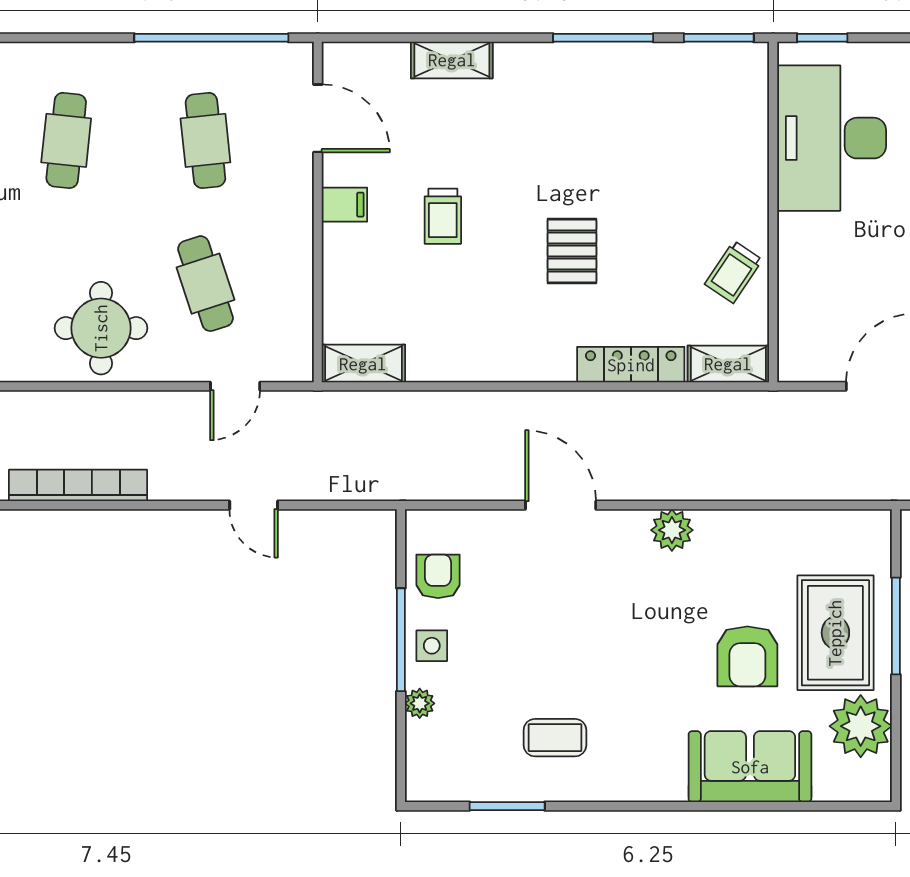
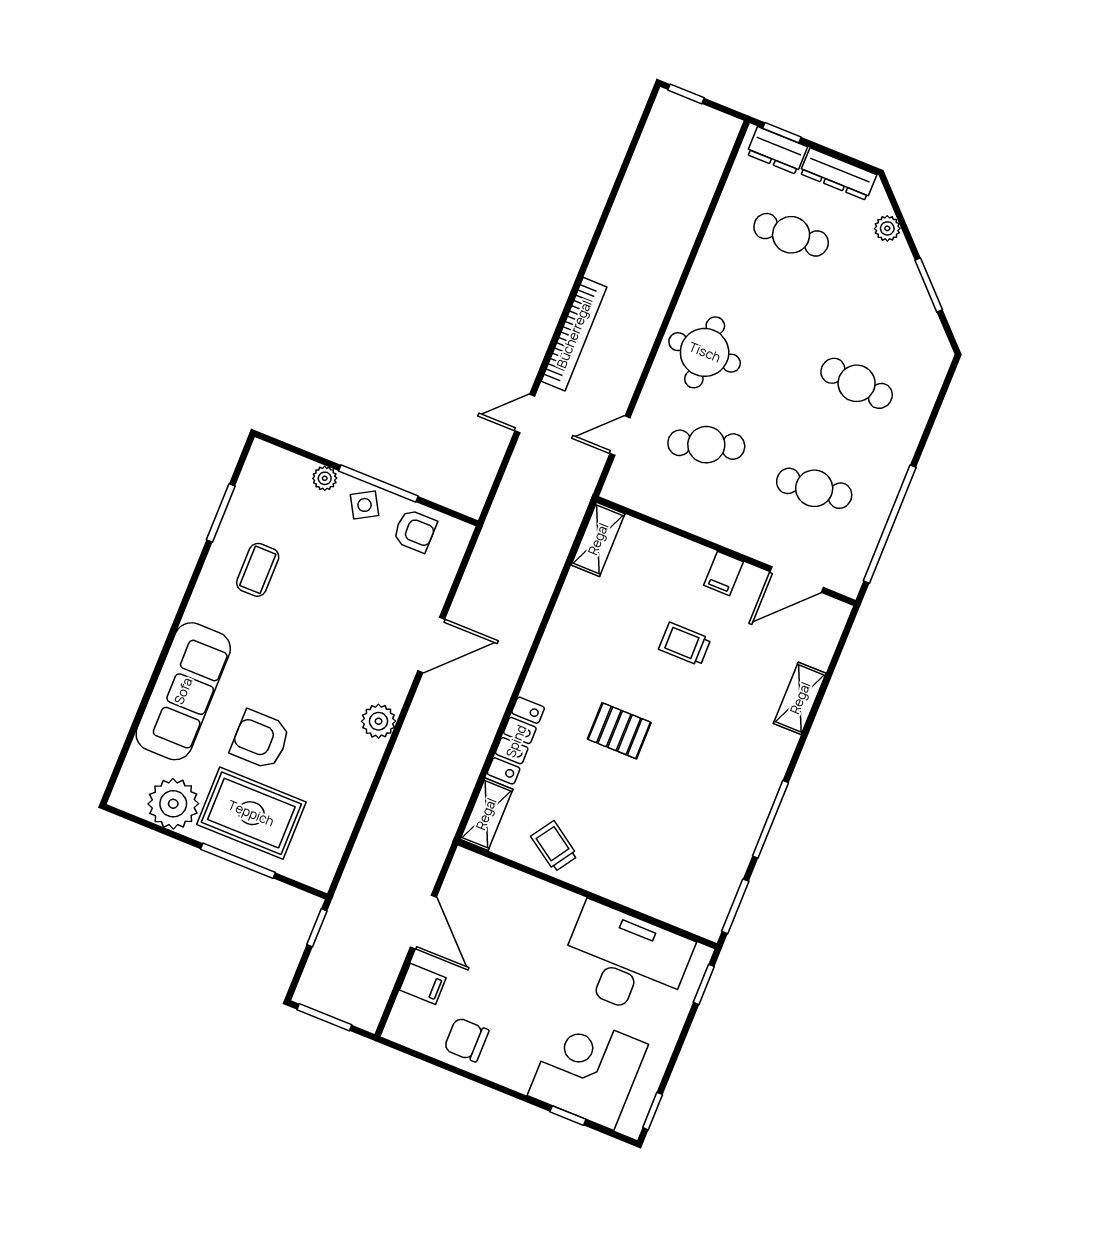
door: (235, 386) -> (620, 436), hinge flipped
bookcase: (78, 485) -> (574, 334), moved
side table: (432, 646) -> (365, 505), turned -30
sofa: (750, 767) -> (183, 691), width x1.36

